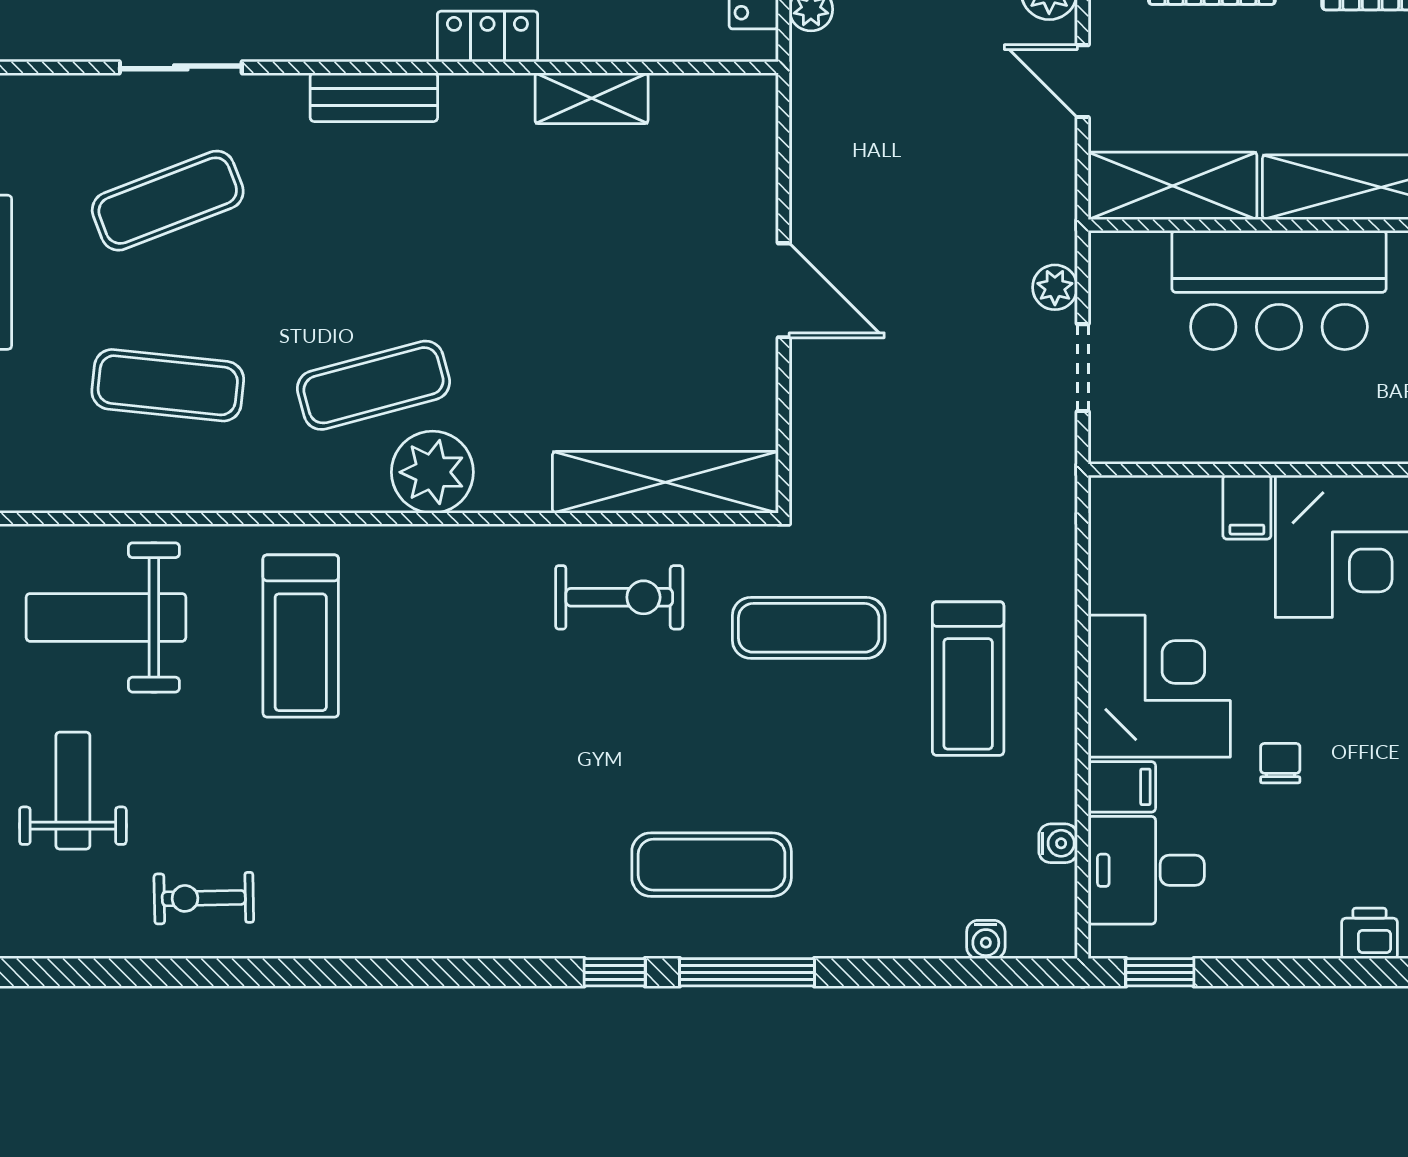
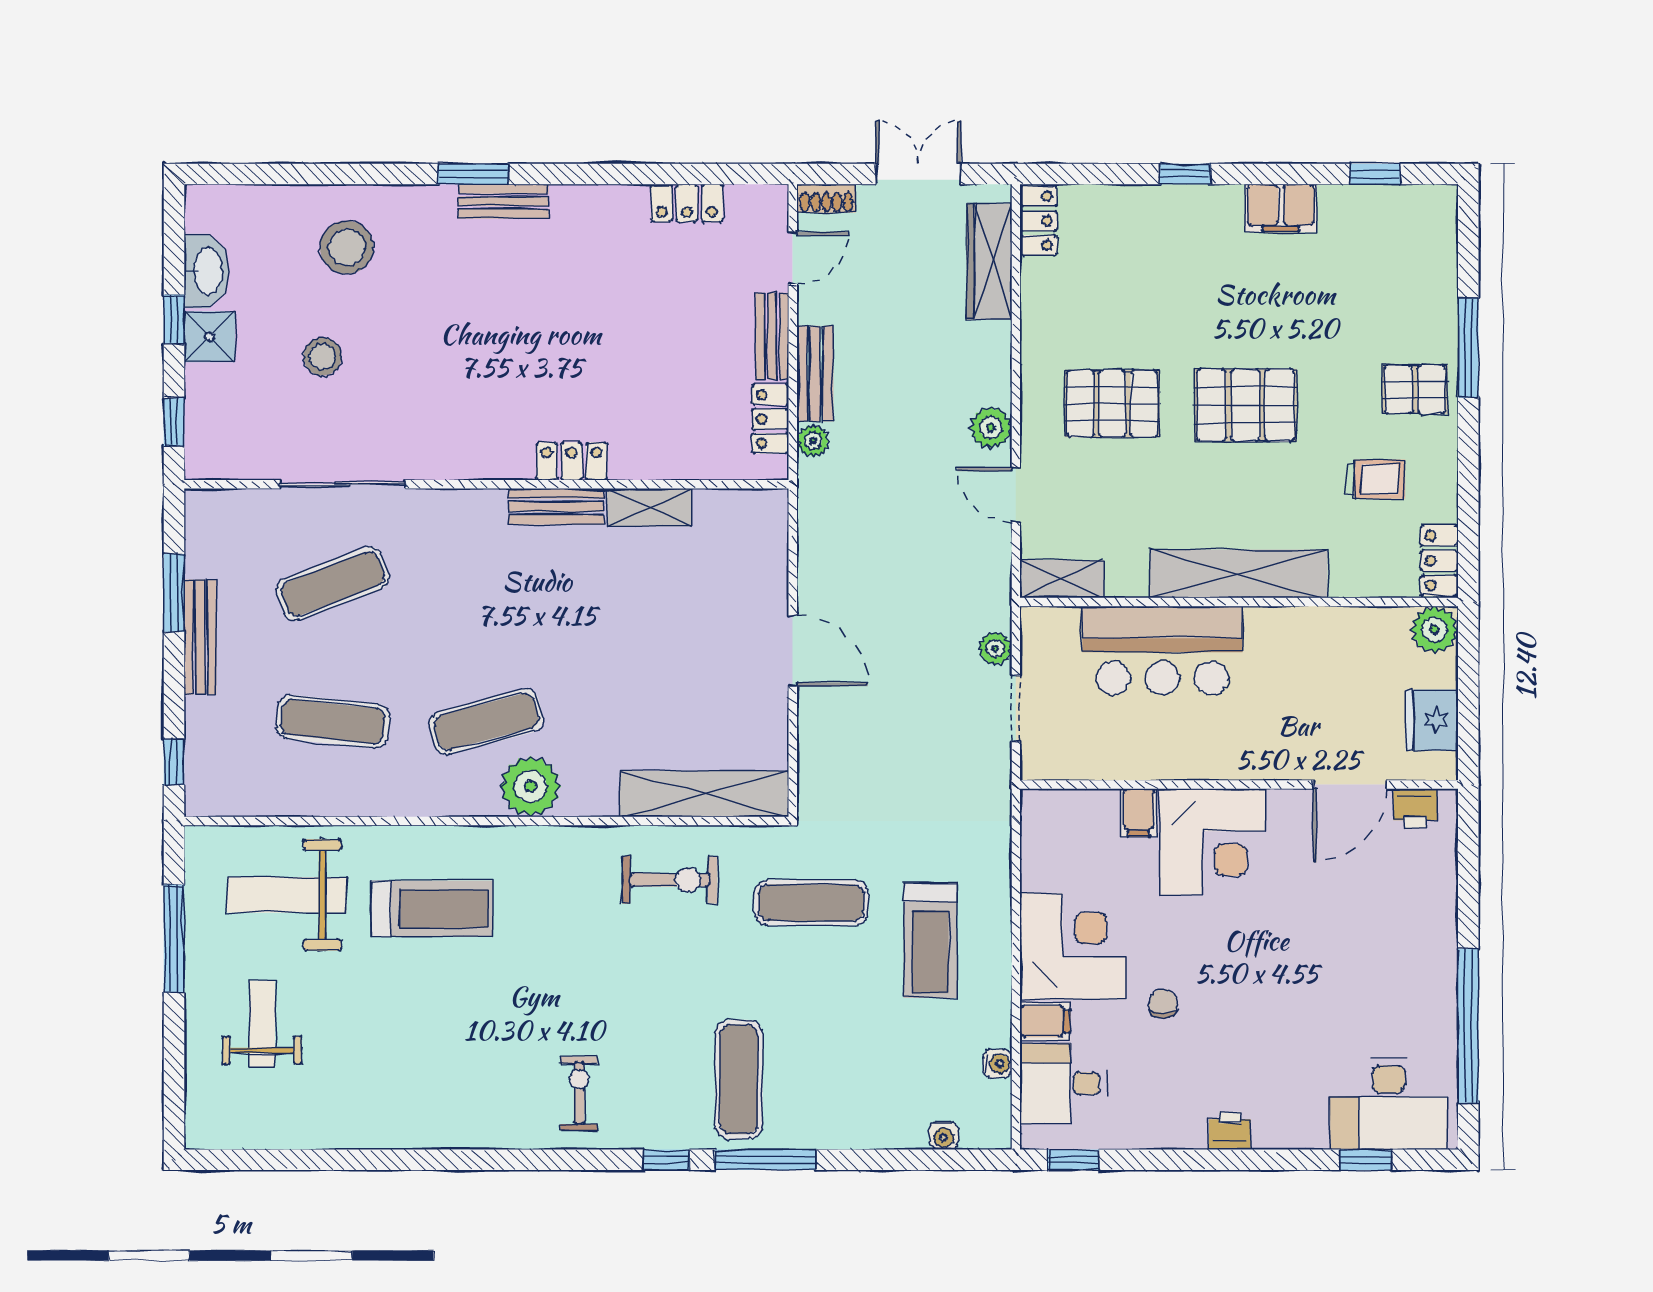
sliding door: (181, 67) -> (343, 484), width x1.37
bench: (374, 97) -> (556, 507), moved
shelving: (1173, 186) -> (1062, 579), width x0.67, depth x0.75
treadmill: (301, 636) -> (432, 909), turned -90
exercise mat: (712, 865) -> (739, 1079), turned 90
exercise bike: (204, 898) -> (579, 1093), moved, turned 91

